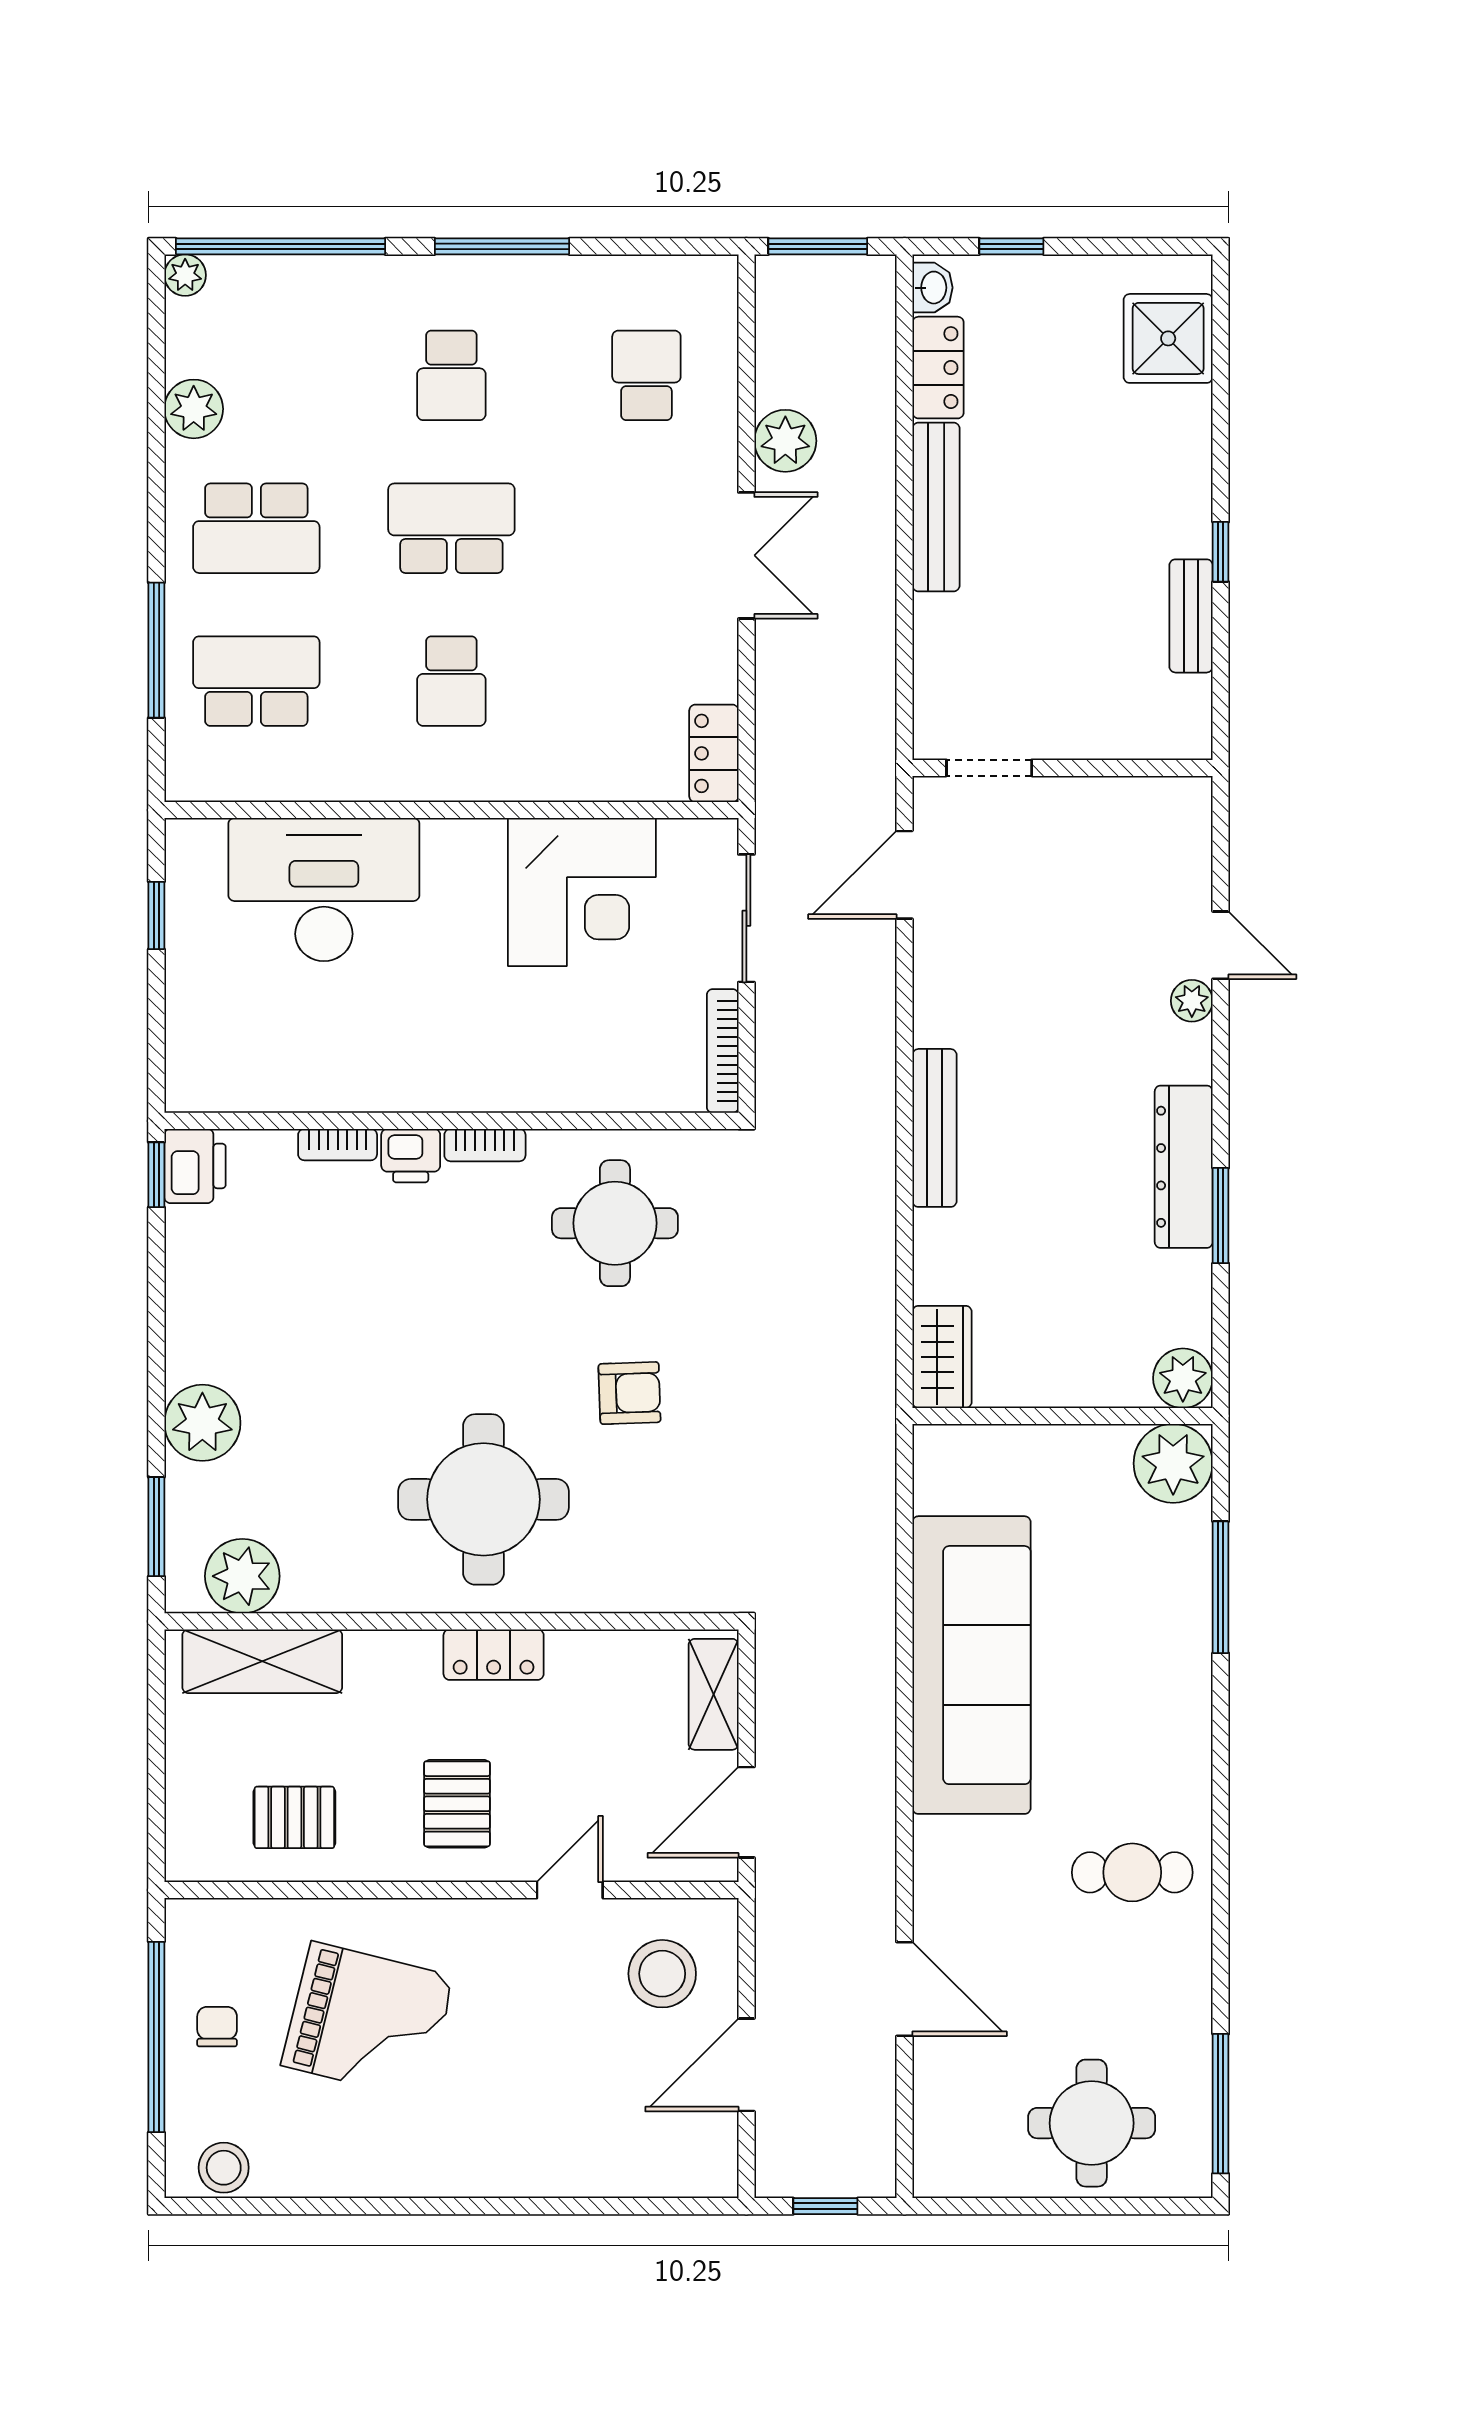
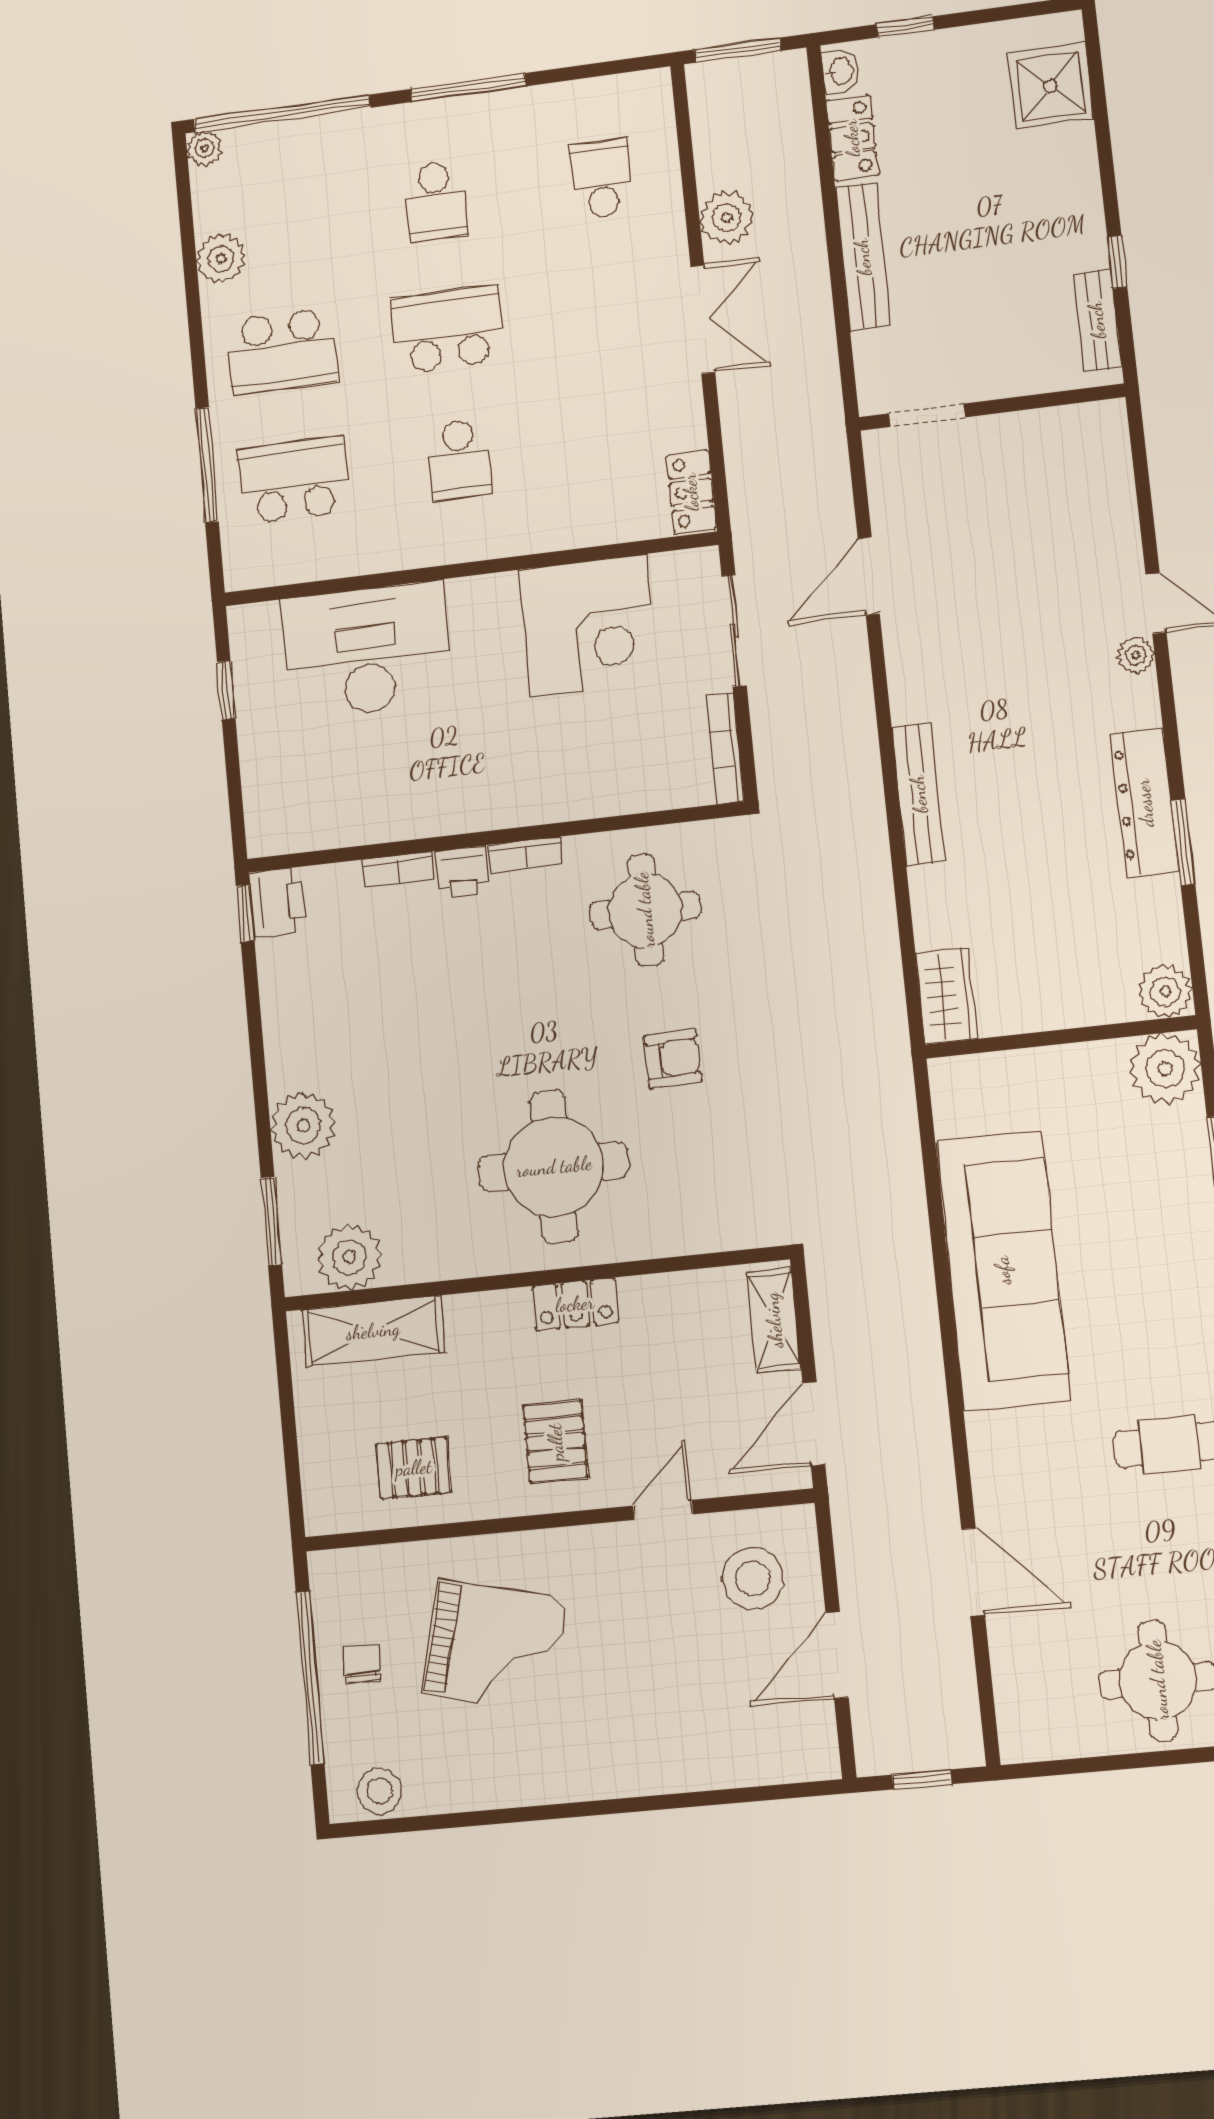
doorway: (989, 768) -> (927, 415), moved
wall: (1063, 768) -> (992, 407), moved

